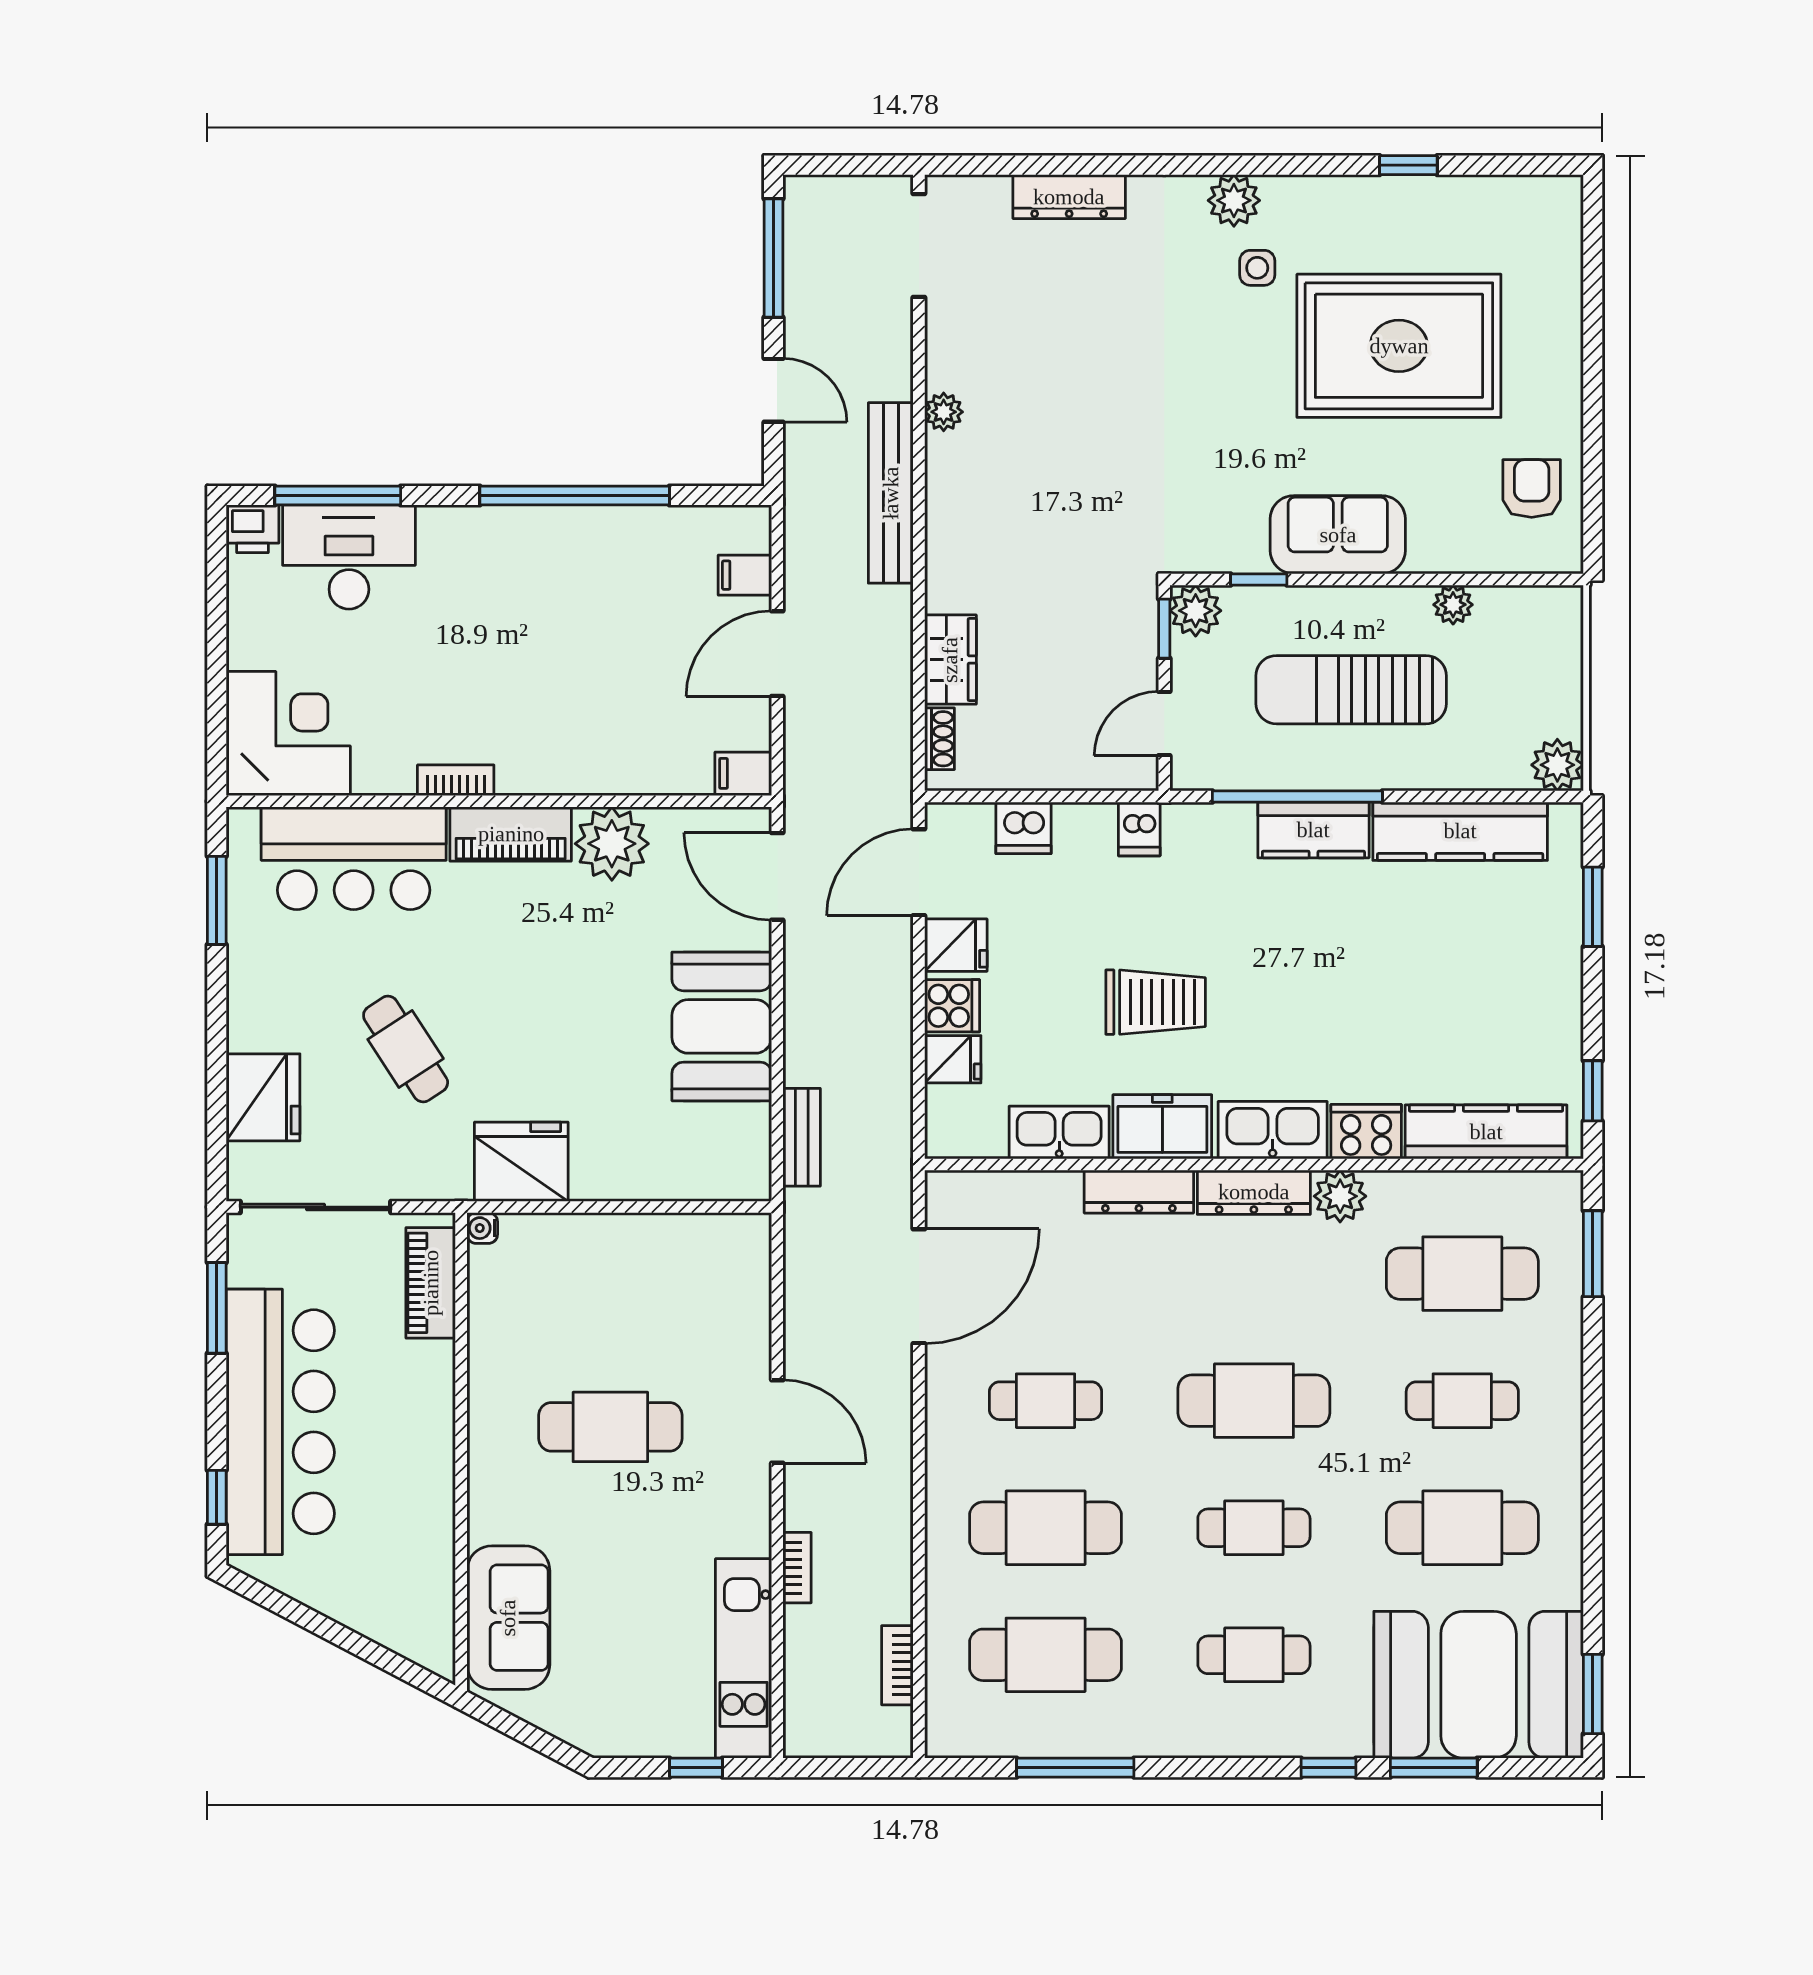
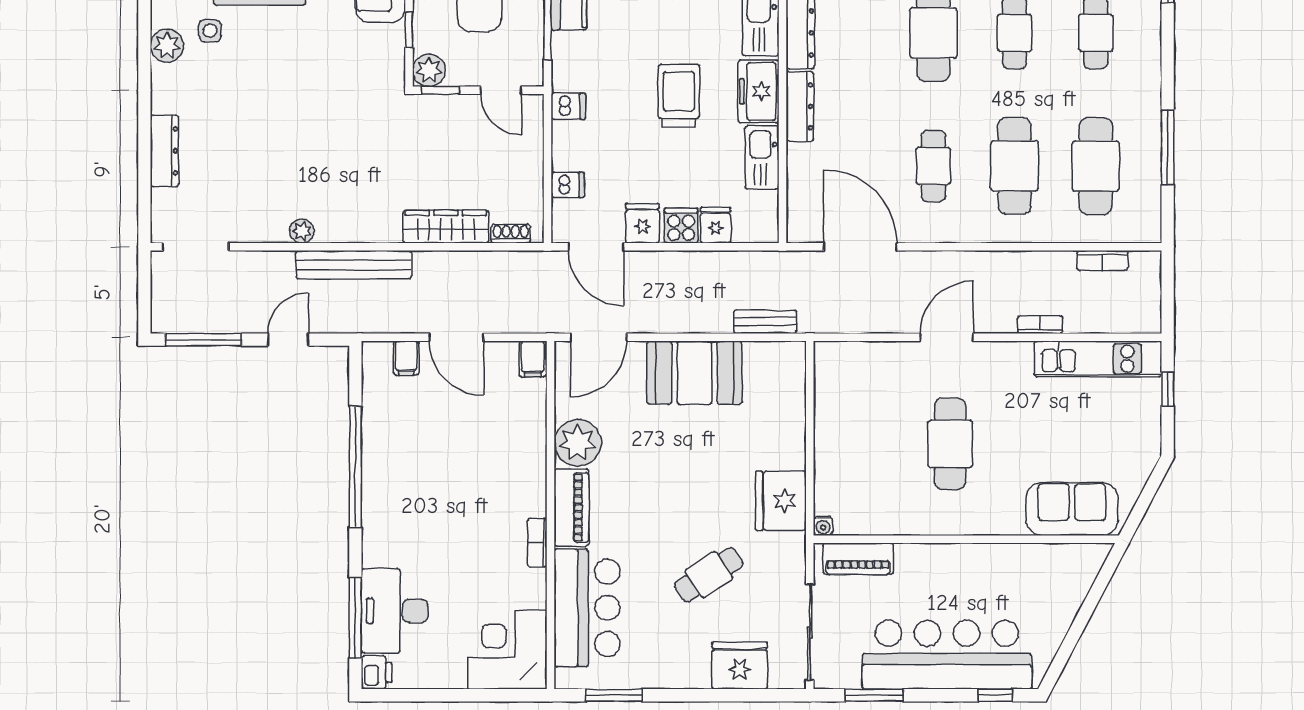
wardrobe: (950, 660) -> (446, 227), width x1.50
dishwasher: (1024, 828) -> (568, 185), width x0.73

